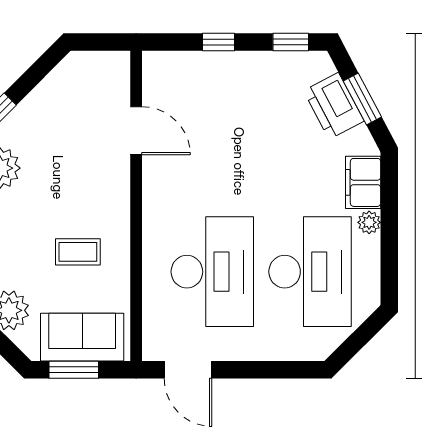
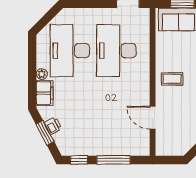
window: (218, 42) -> (113, 160), width x2.17
printer: (334, 106) -> (53, 126), width x0.53, depth x0.68
coffee table: (78, 252) -> (172, 79), moved

